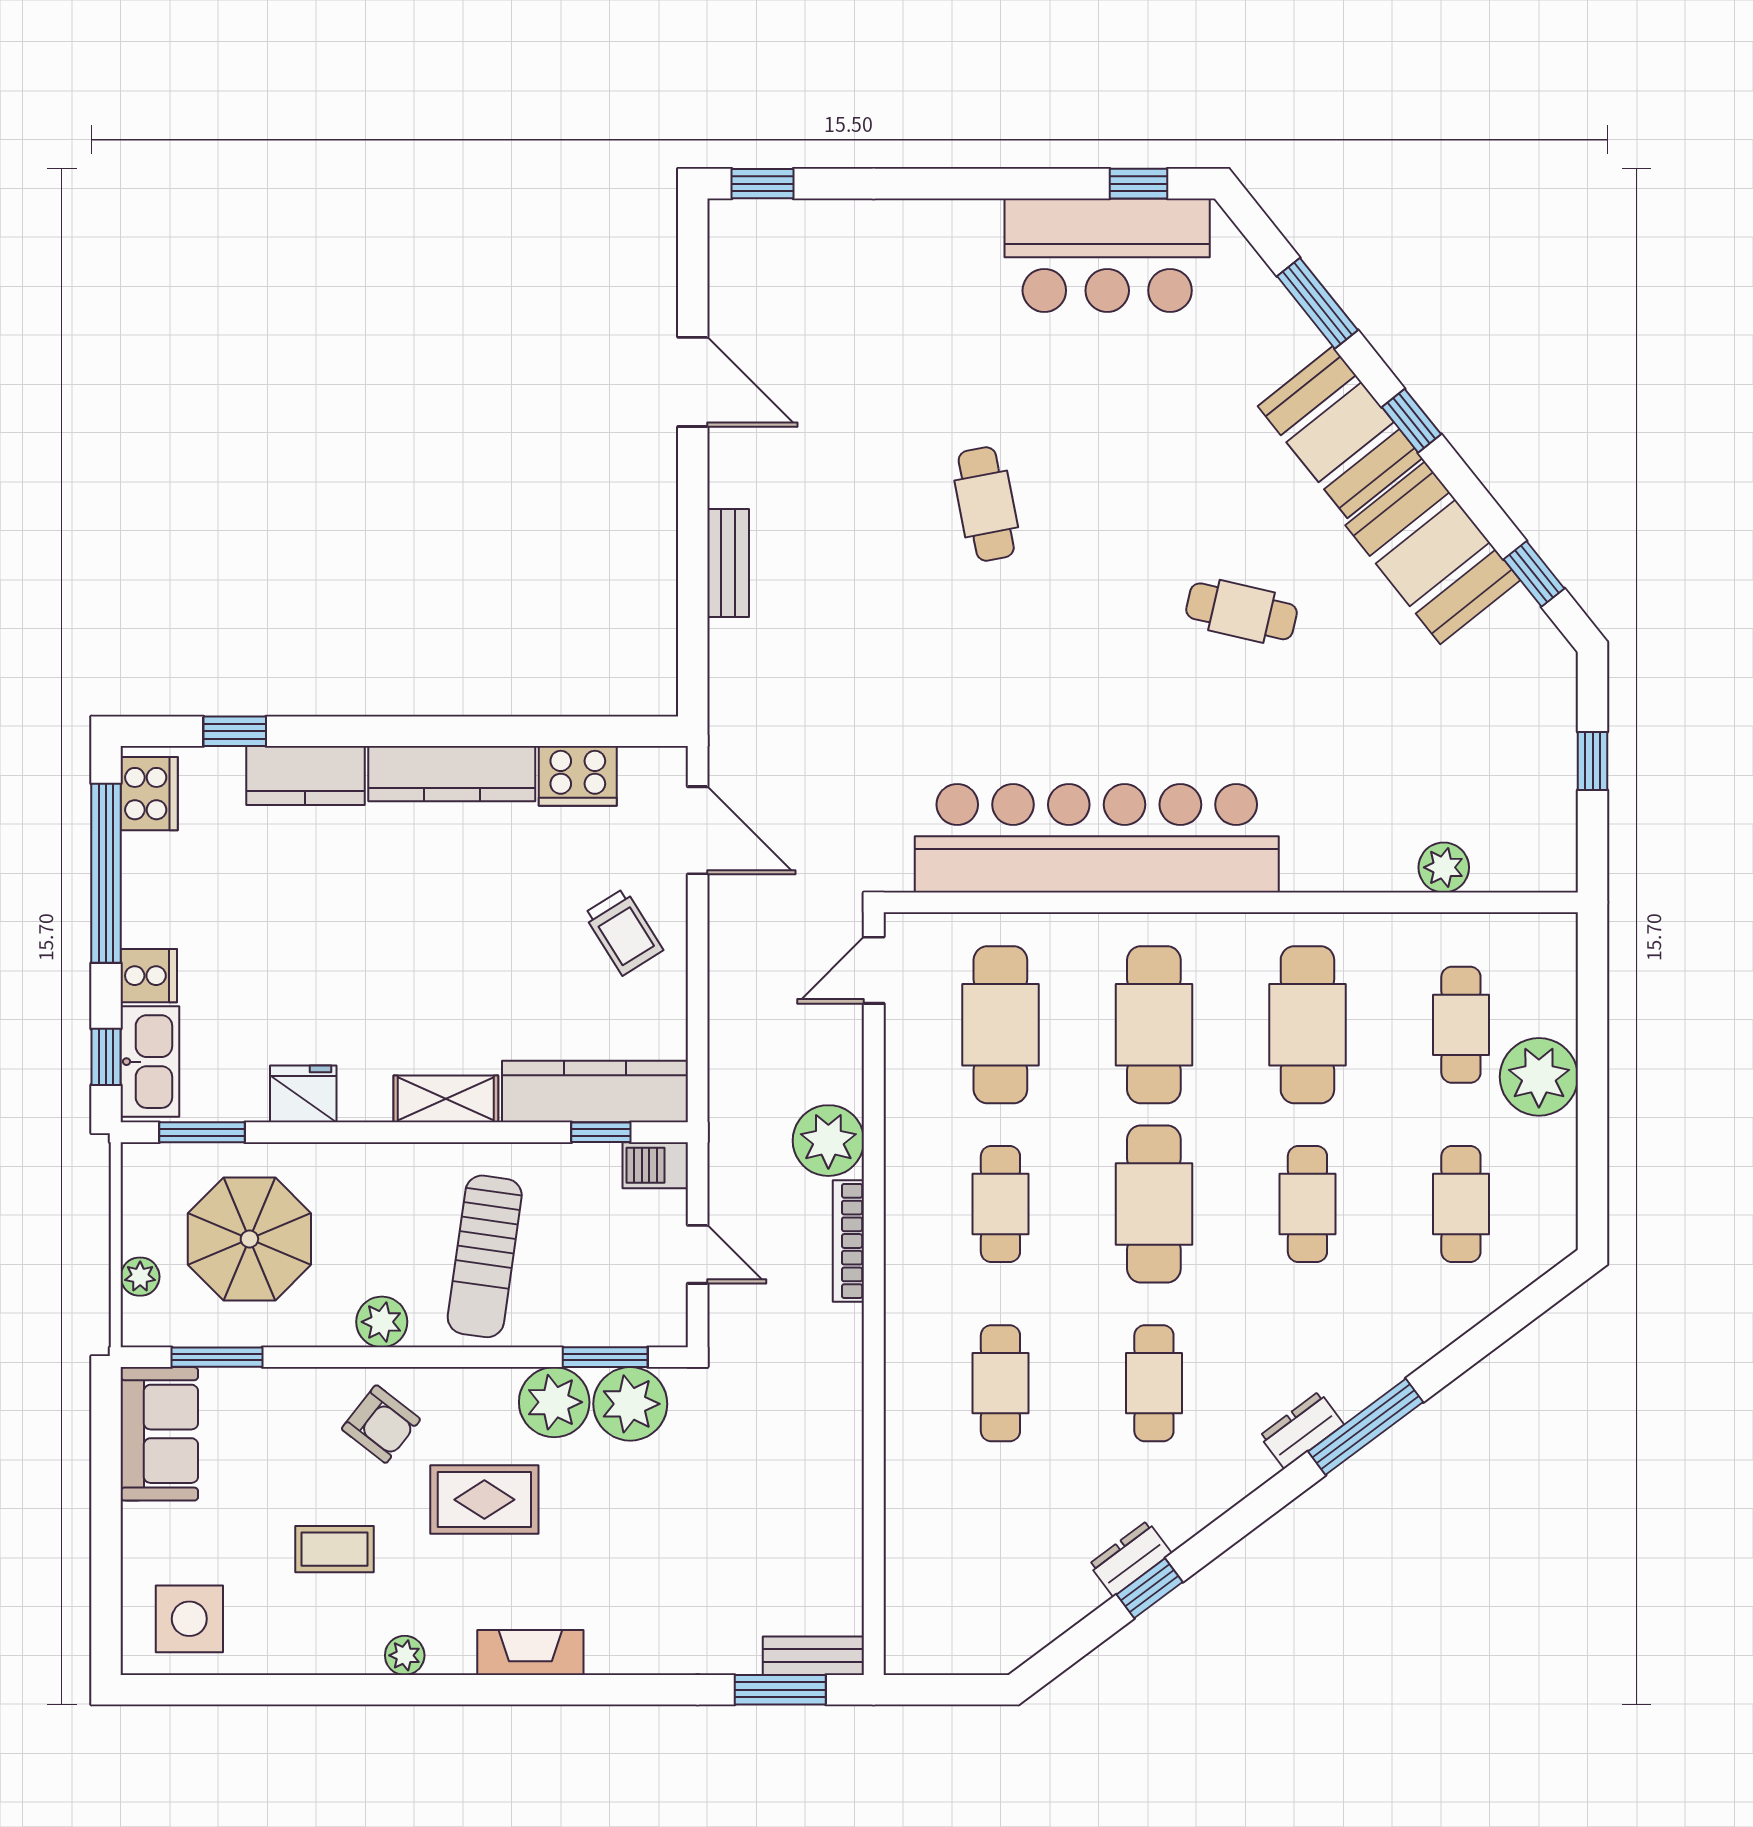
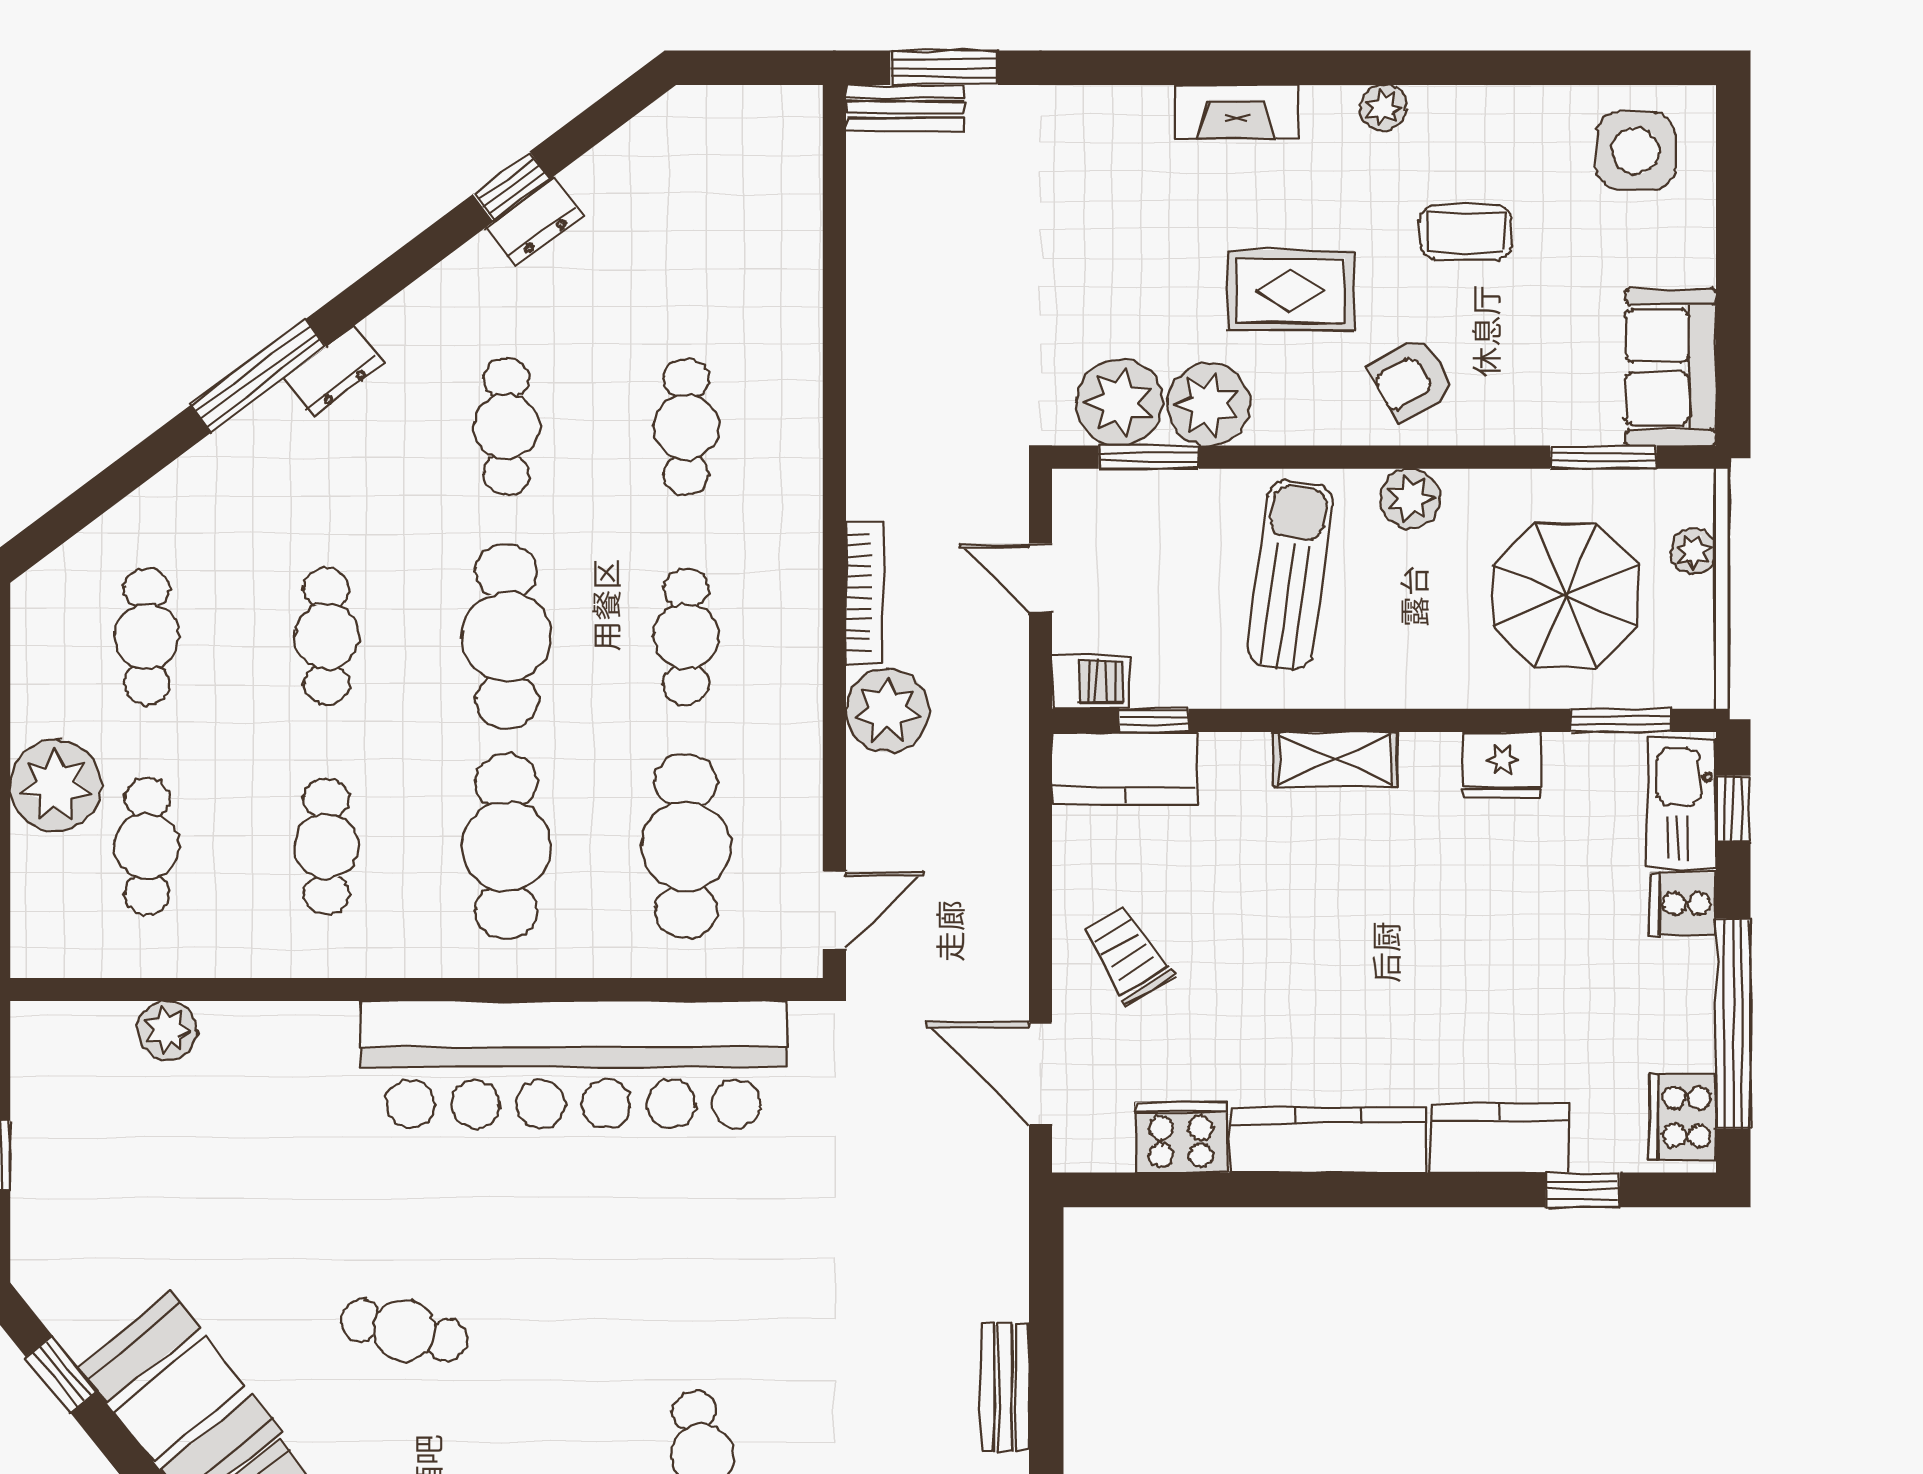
cafe table: (1307, 1025) -> (327, 846), width x0.73, depth x0.74
kitchen counter: (595, 1091) -> (1124, 768), width x0.67
armchair: (381, 1424) -> (1411, 379), turned -68

